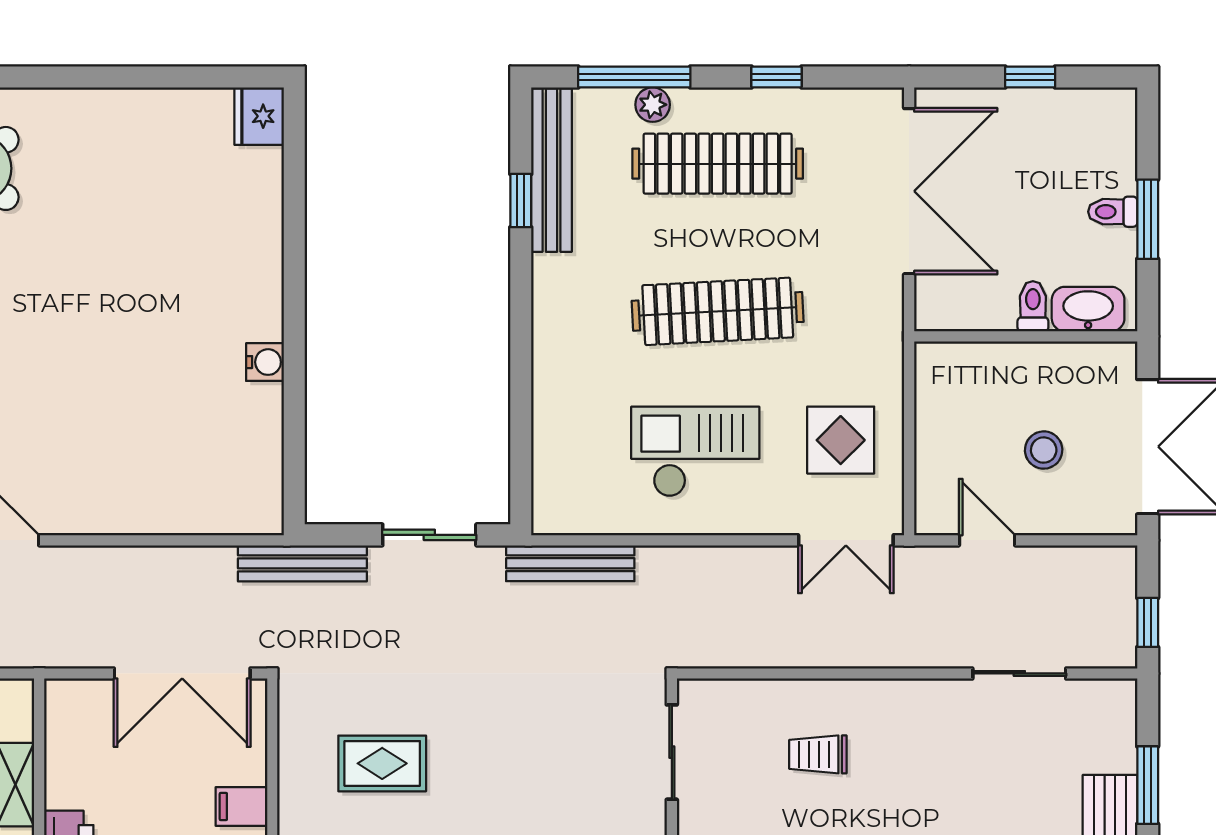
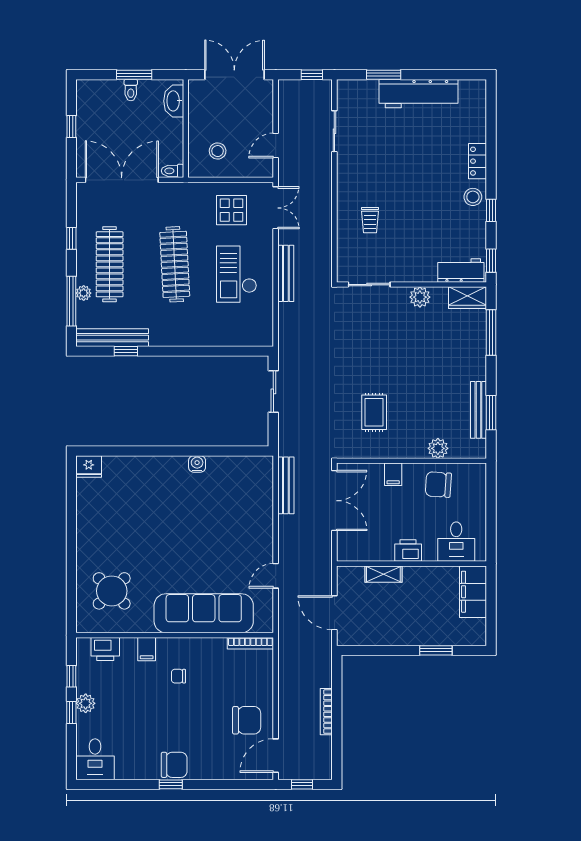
toilet: (1033, 306) -> (172, 171), moved
stool: (1044, 450) -> (218, 151), moved
bench: (302, 563) -> (286, 485), moved
bench: (570, 563) -> (286, 273), moved

